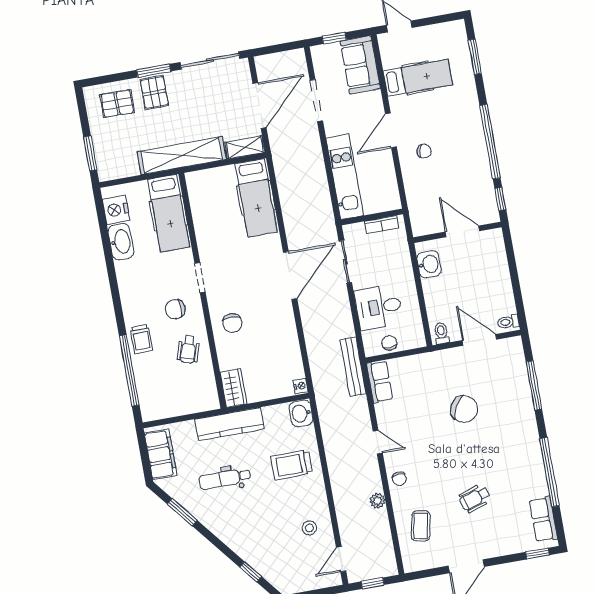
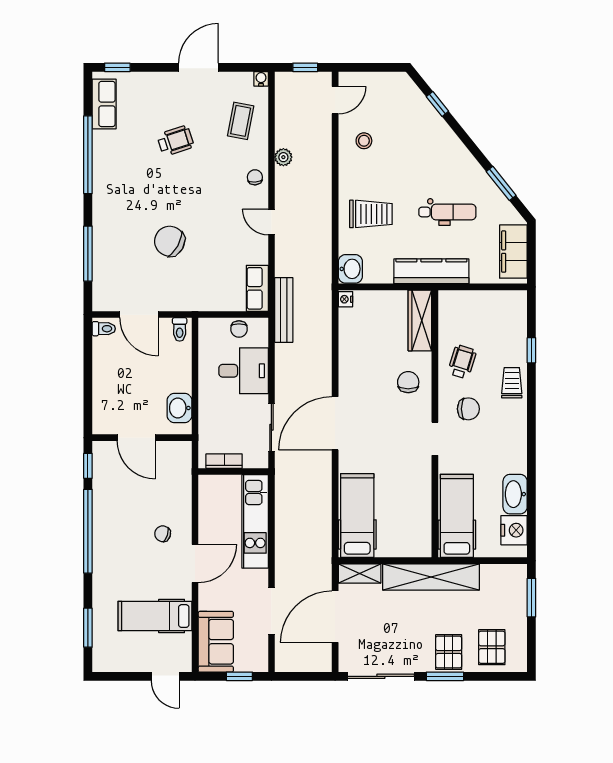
pallet: (117, 104) -> (492, 647), turned 90
window: (129, 371) -> (531, 350), width x0.32
wardrobe: (233, 388) -> (420, 320), width x1.50
water cooler: (410, 566) -> (261, 79), added

